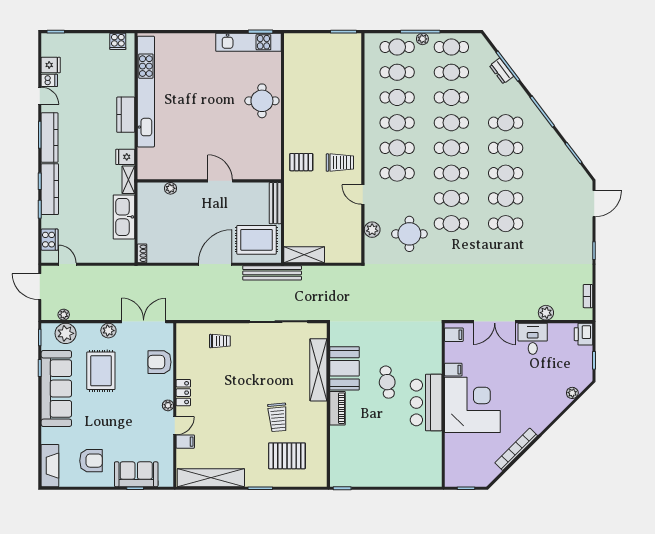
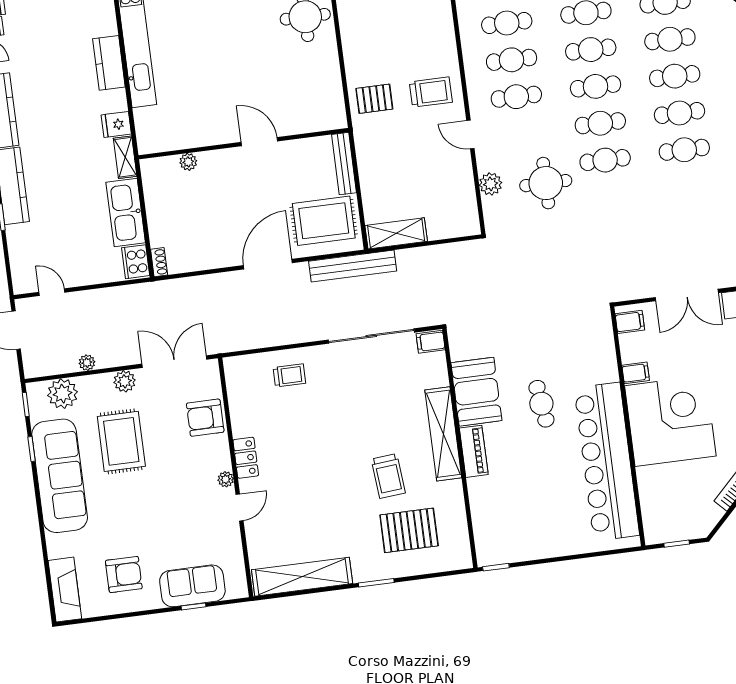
cooker: (50, 240) -> (136, 262), moved, turned 180
plant: (64, 315) -> (87, 363), moved
shelving: (318, 370) -> (443, 434), moved
bar counter: (426, 402) -> (607, 462), width x1.86
filing cabinet: (185, 442) -> (431, 342), moved, turned 180

